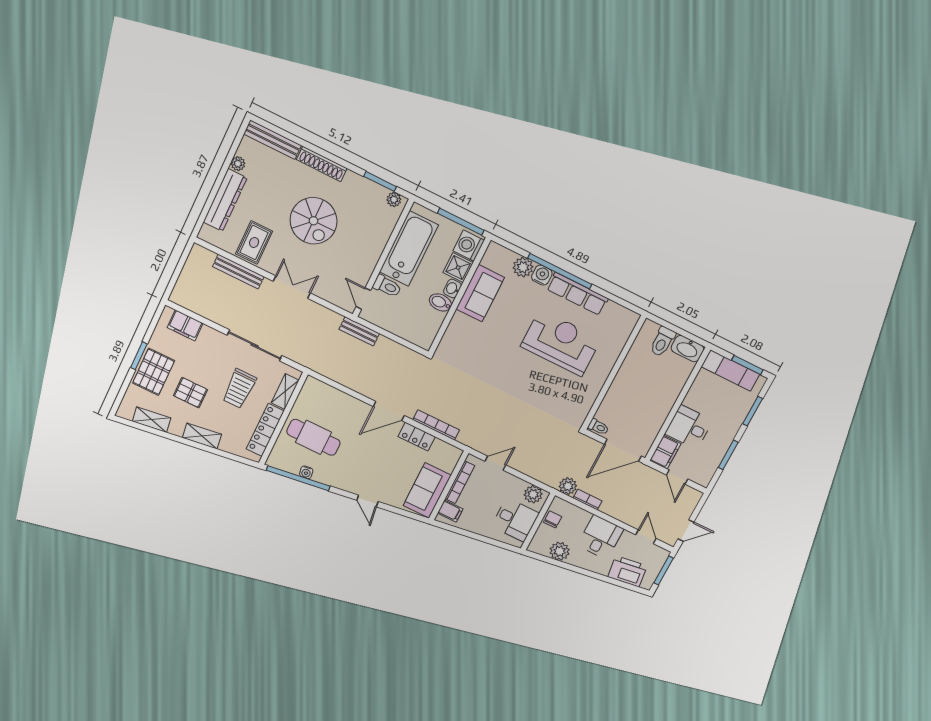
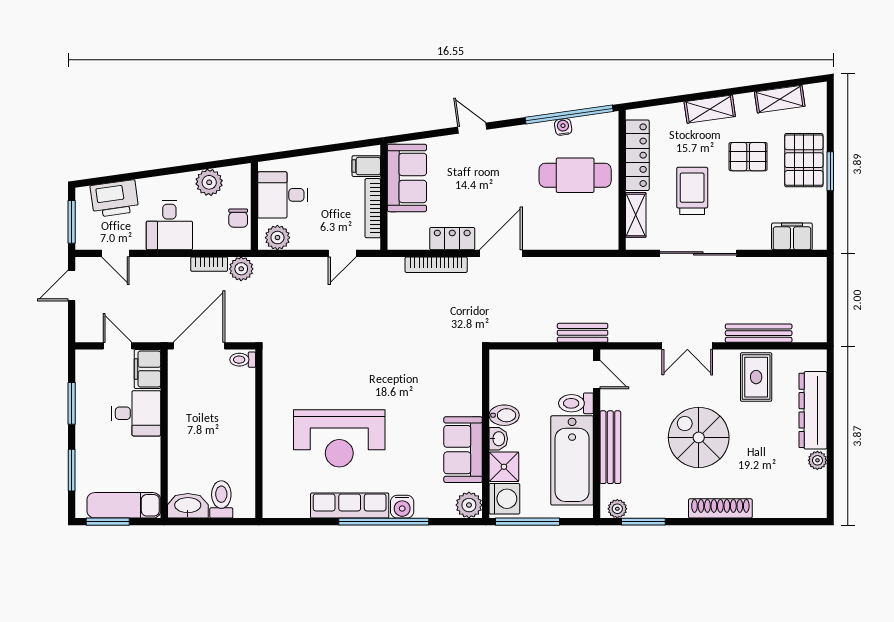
bench: (273, 140) -> (610, 447), moved, turned 90
plant: (523, 267) -> (469, 505), moved

